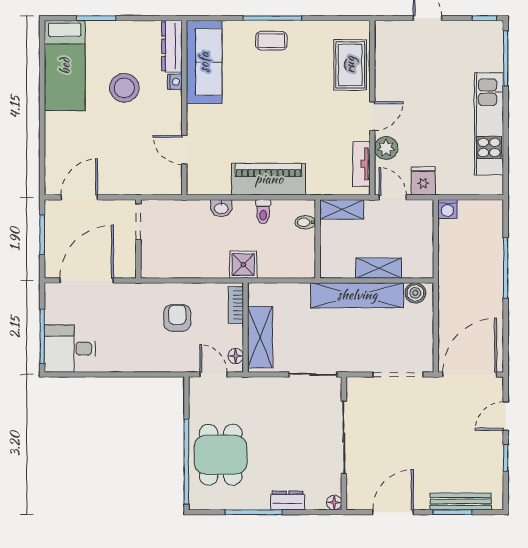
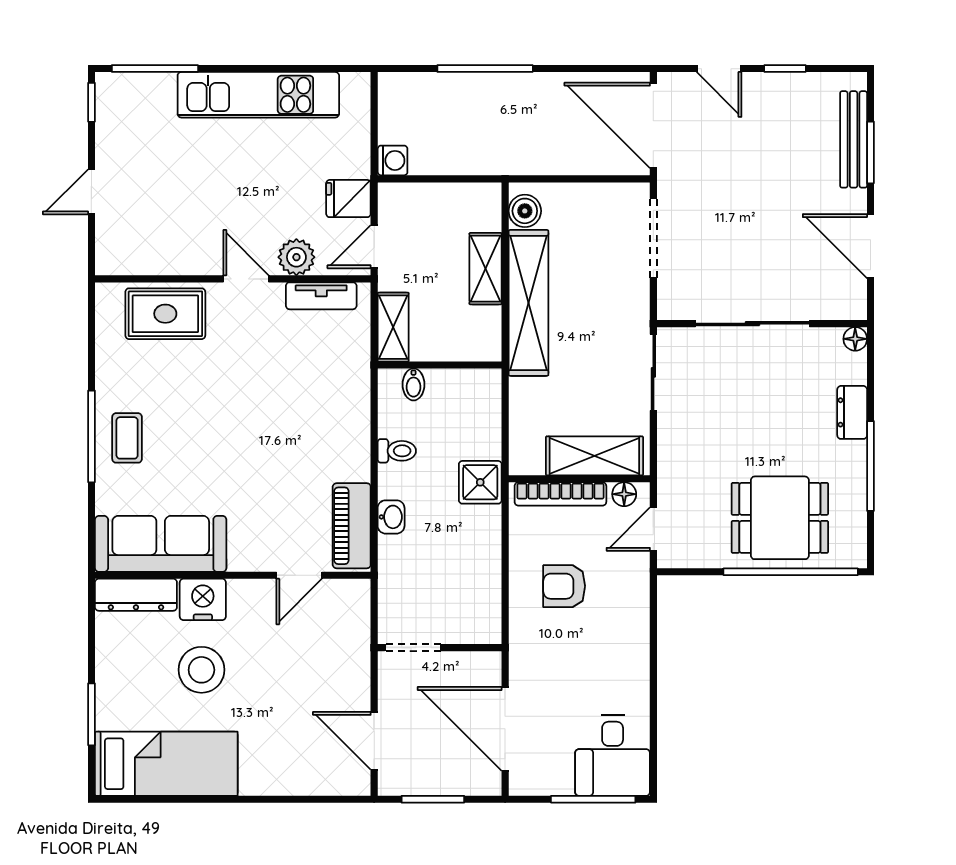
nightstand: (175, 82) -> (203, 599), width x1.89, depth x1.79
piano: (269, 179) -> (352, 526), moved, width x0.73, depth x0.75
bookcase: (236, 305) -> (560, 494), width x1.56

